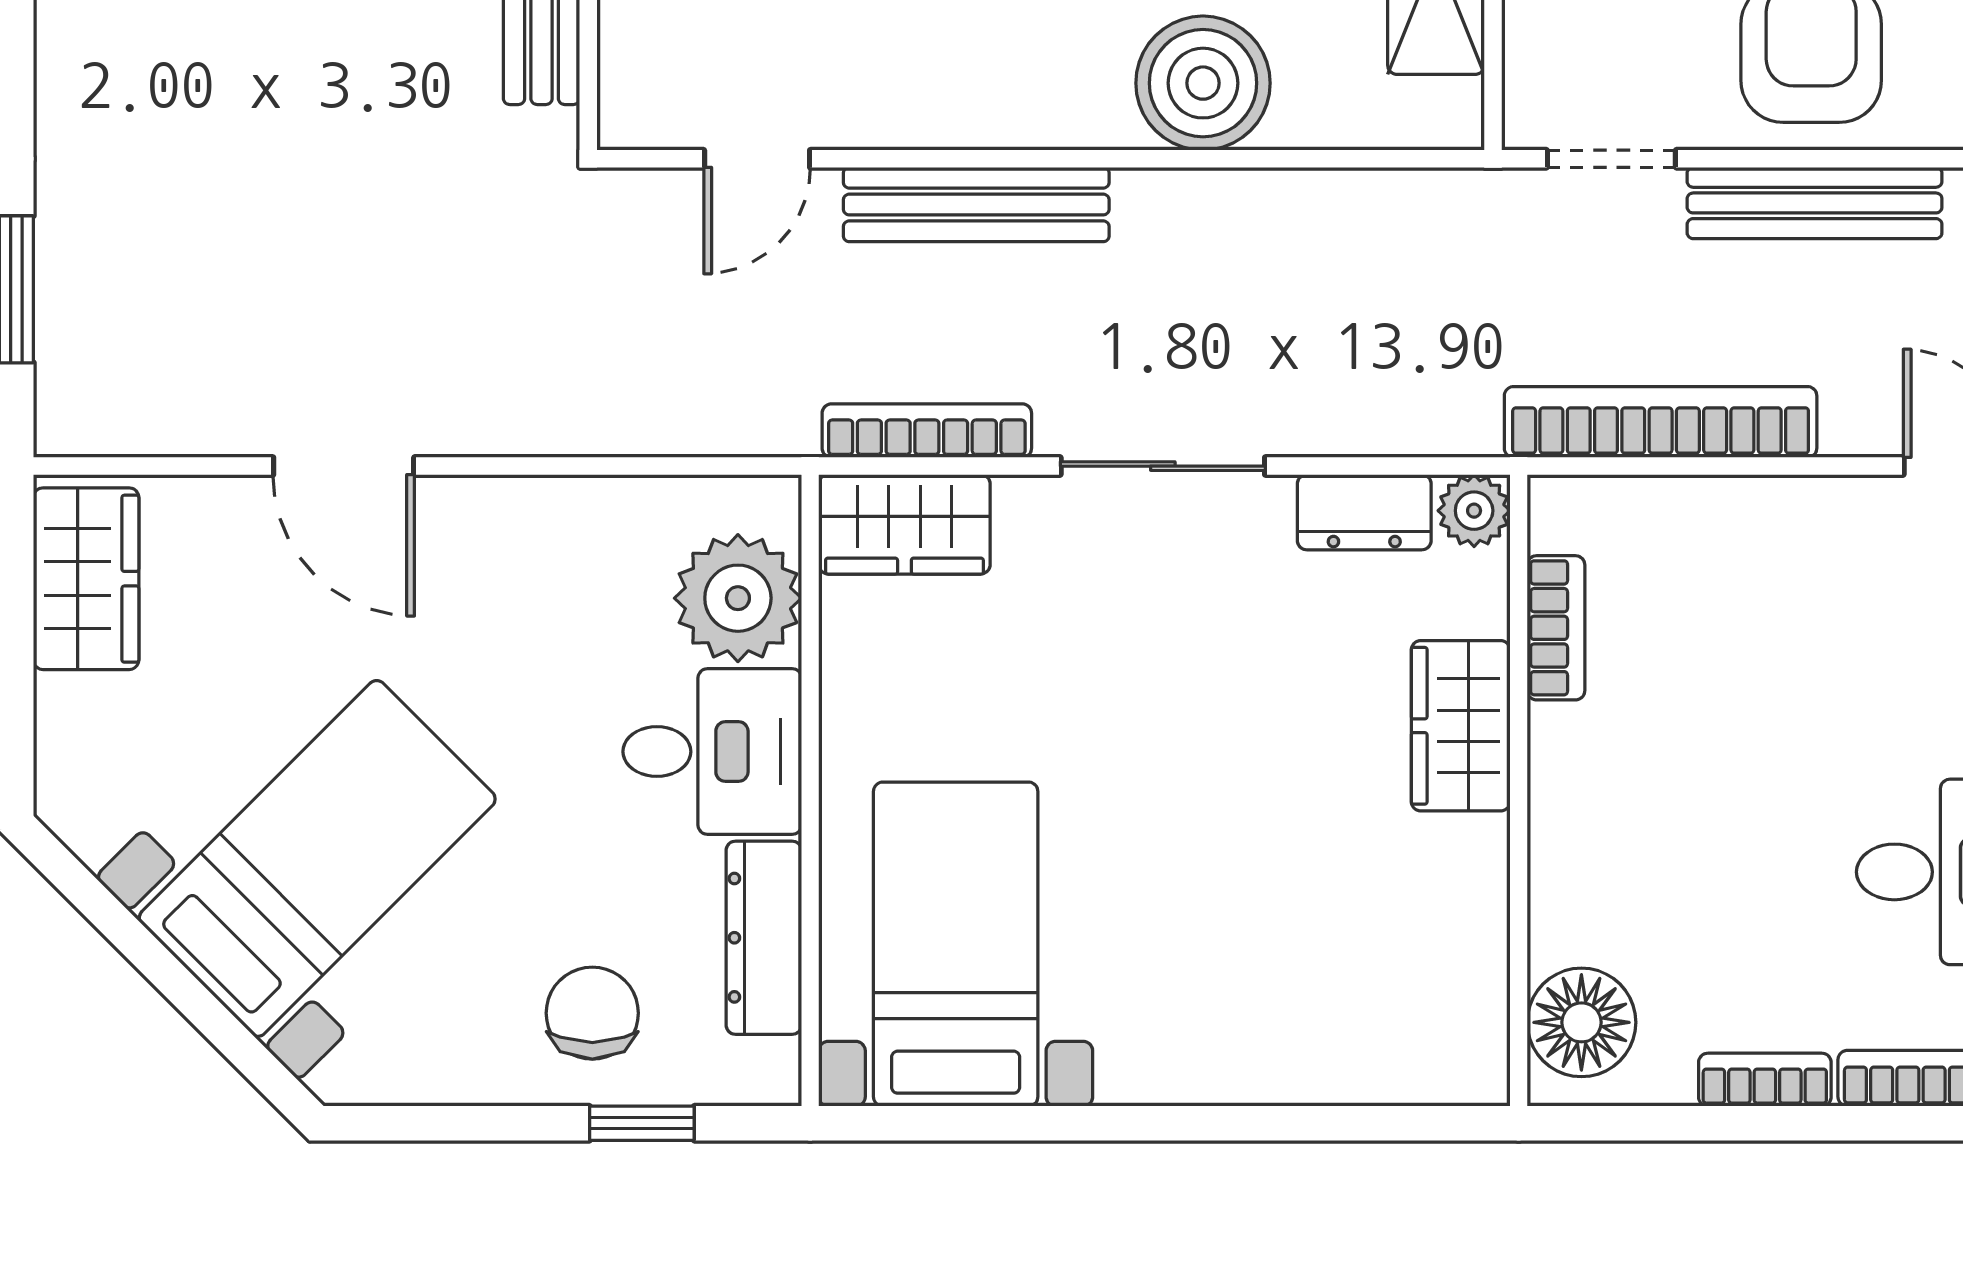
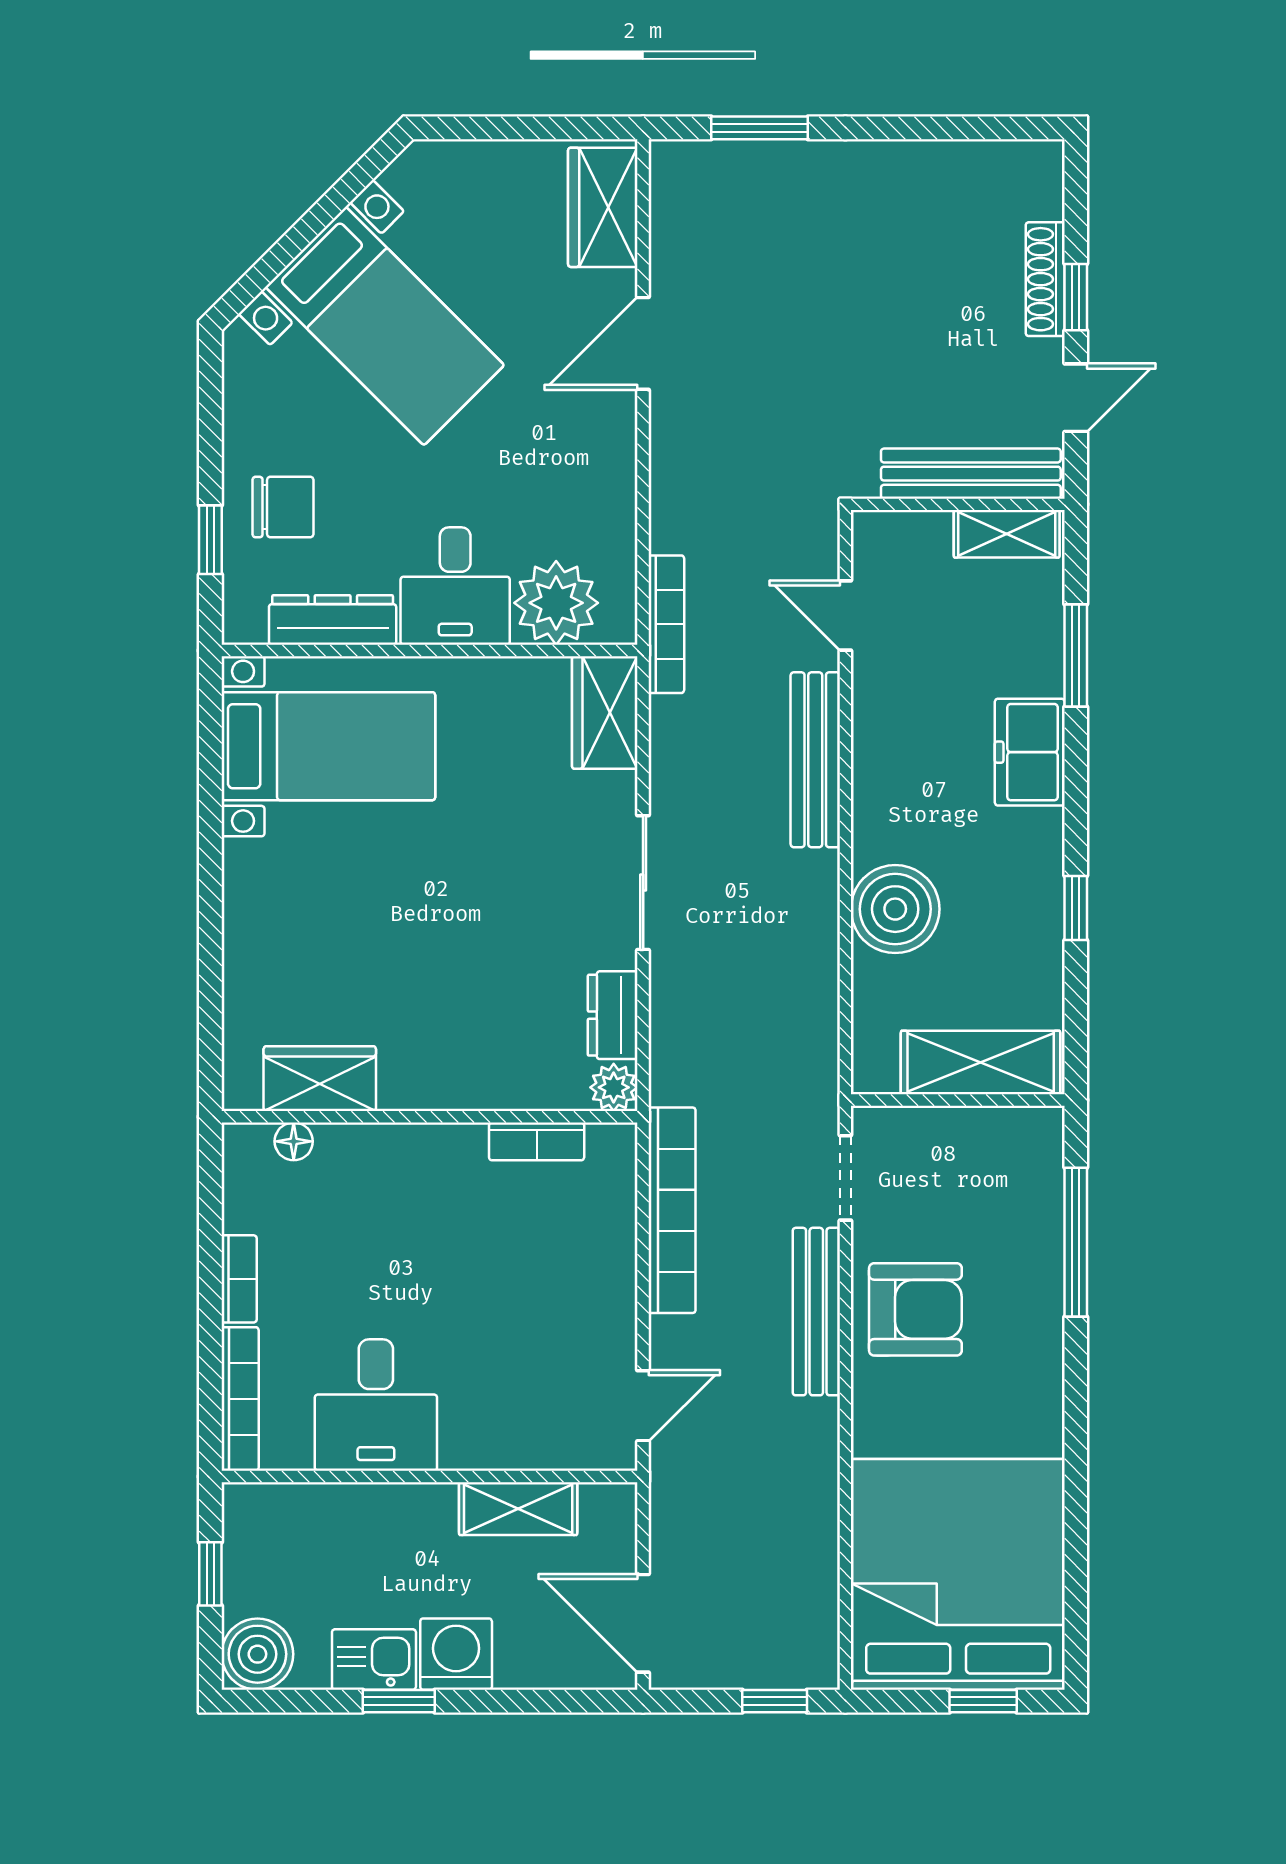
bookcase: (927, 431) -> (666, 624), moved
wardrobe: (86, 579) -> (603, 207), moved, turned 90
wardrobe: (1461, 726) -> (320, 1079), moved
floor lamp: (1581, 1022) -> (294, 1141), width x0.53, depth x0.53

